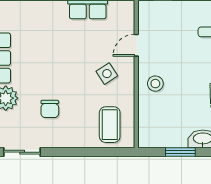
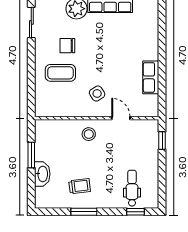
coffee table: (110, 125) -> (60, 73), moved

